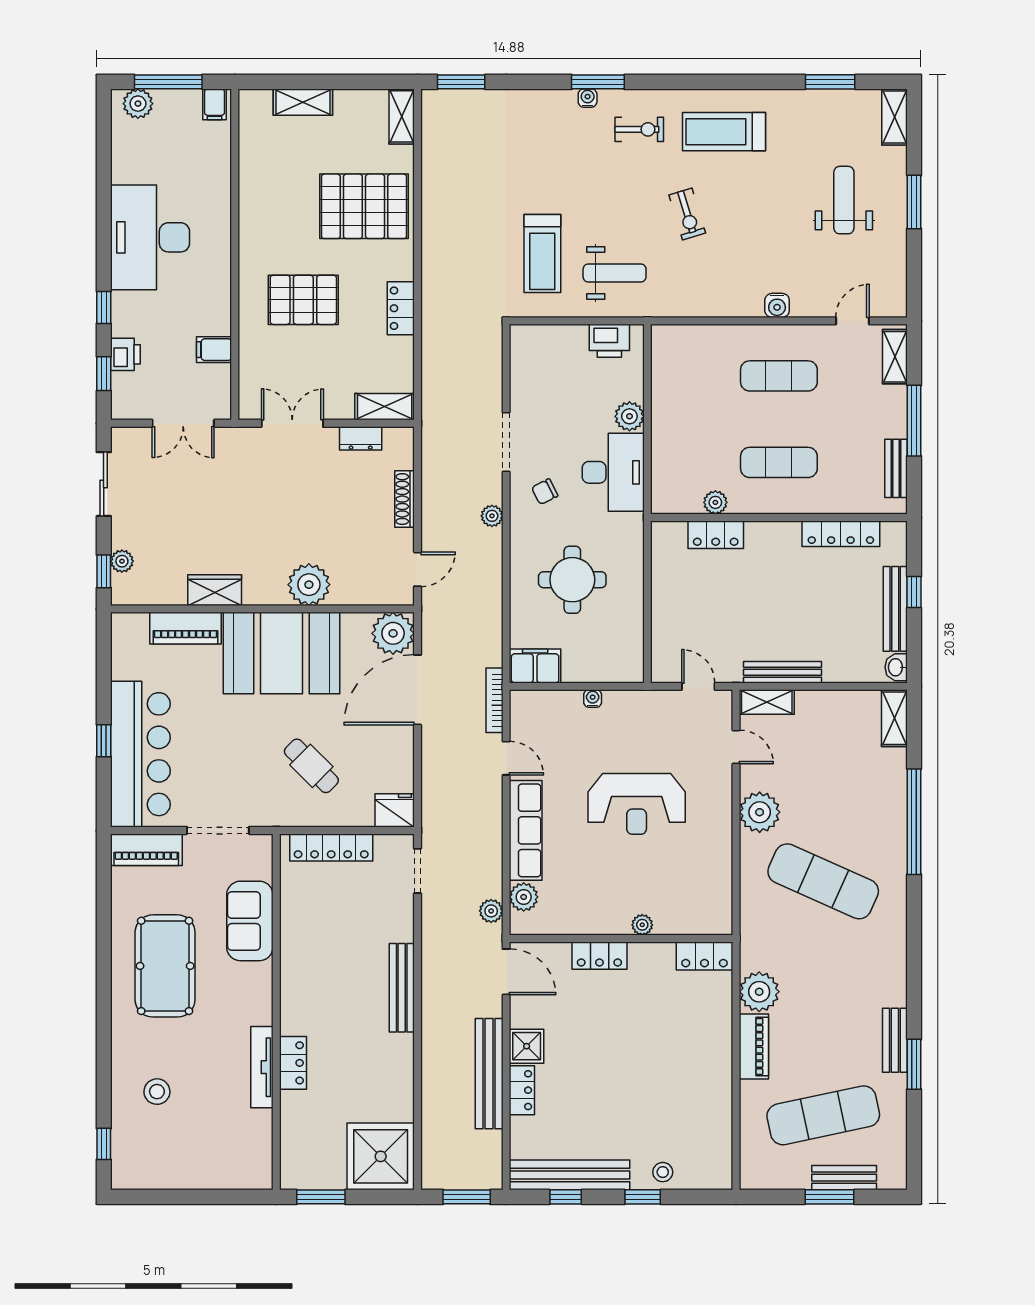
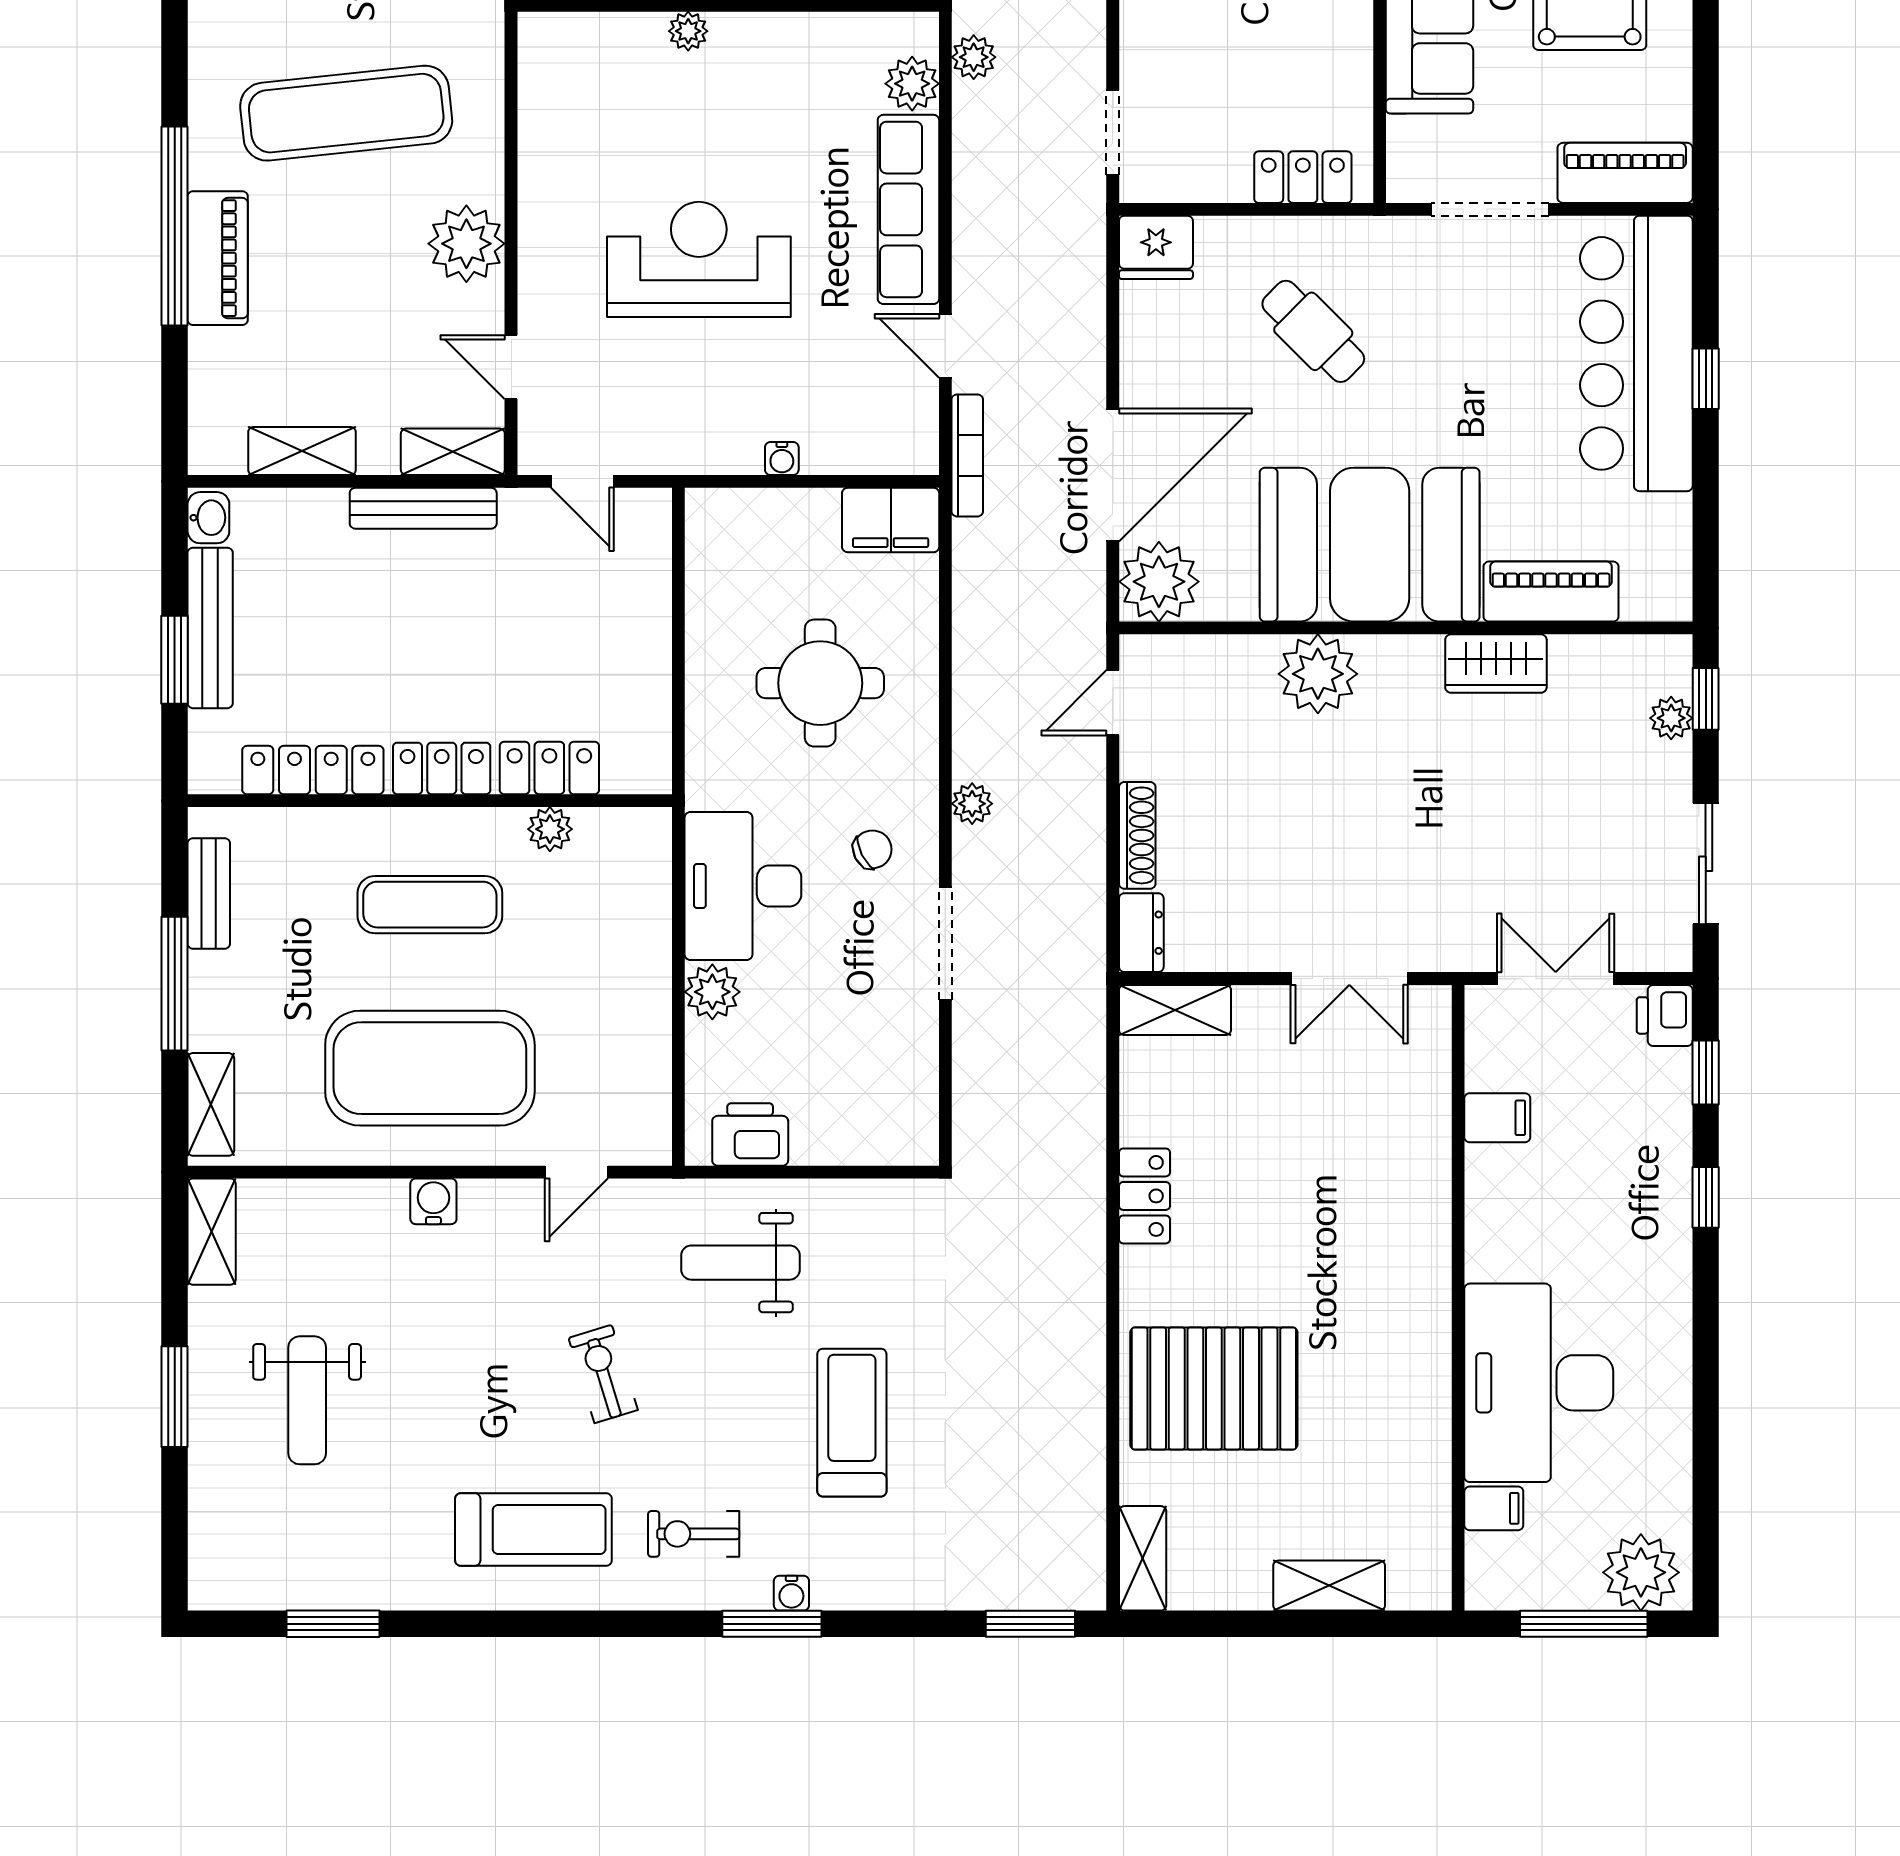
plant: (138, 104) -> (1641, 1572), width x1.36, depth x1.36
filing cabinet: (215, 104) -> (1494, 1508), moved, turned 90
shelving: (894, 117) -> (212, 1232), moved
desk: (150, 237) -> (1539, 1383), moved, turned 180
treadmill: (542, 254) -> (852, 1423), moved
pallet: (303, 300) -> (1328, 1212), removed
door: (852, 321) -> (576, 1172), moved
printer: (125, 354) -> (1665, 1015), moved
exercise mat: (779, 376) -> (430, 1068), width x2.00, depth x1.45
dresser: (361, 438) -> (1141, 933), moved, turned 90
locker: (773, 535) -> (442, 768), added
window: (914, 592) -> (175, 660), width x1.50
shelving: (894, 718) -> (302, 451), moved, turned 90
piano: (891, 805) -> (218, 258), added
locker: (331, 847) -> (1303, 177), width x0.66
exercise mat: (823, 881) -> (346, 113), turned -30

